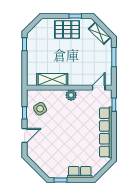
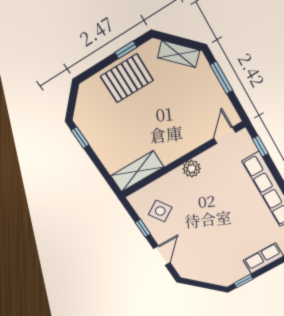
shelving: (52, 79) -> (137, 171), moved

